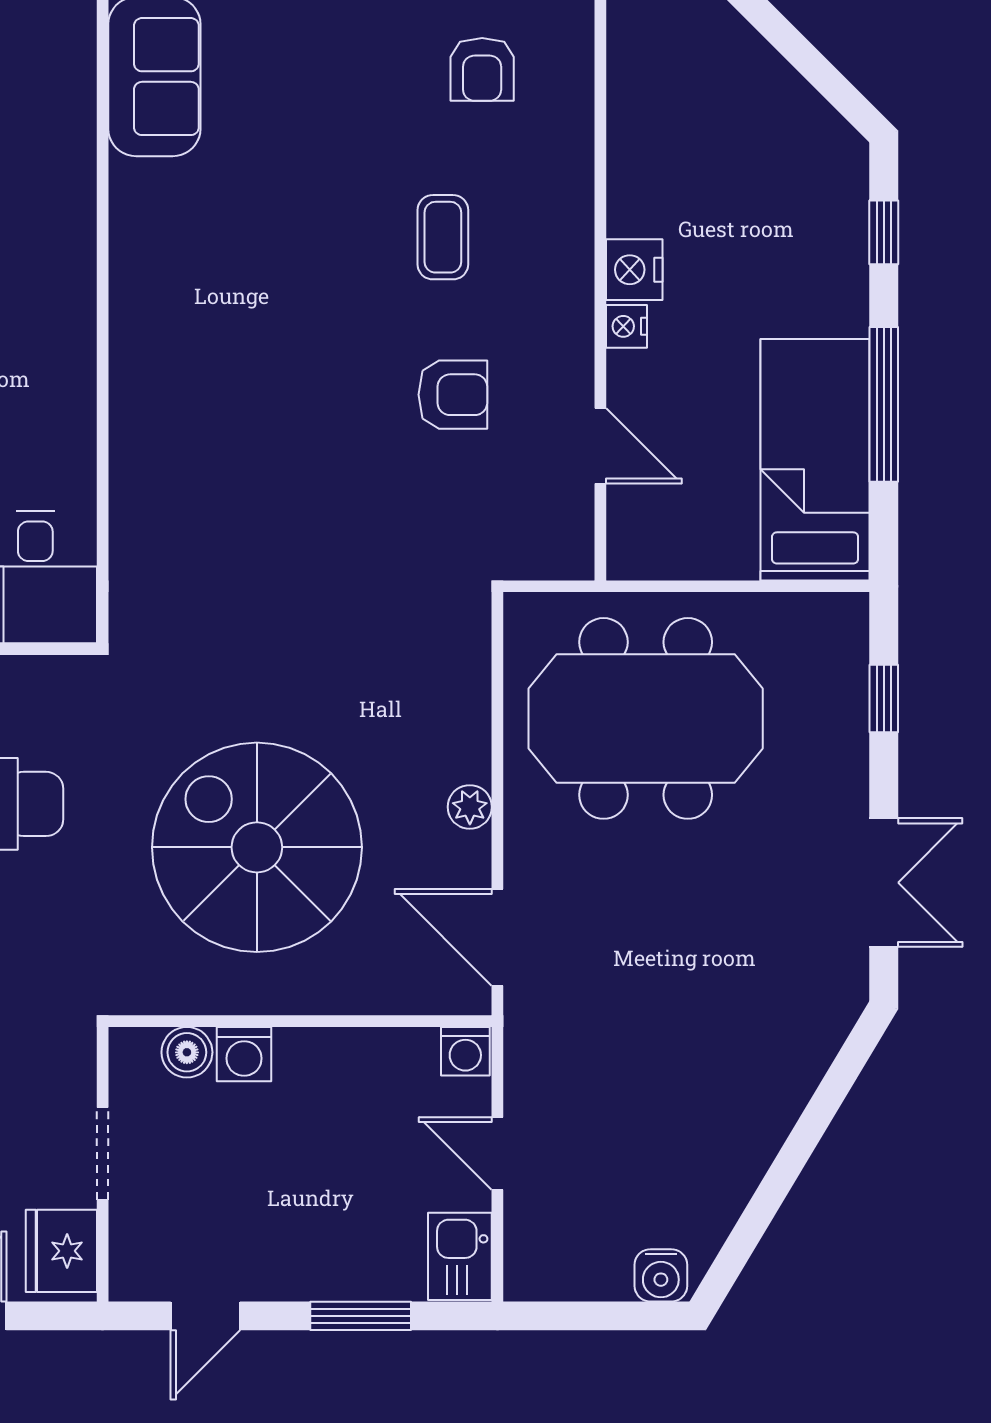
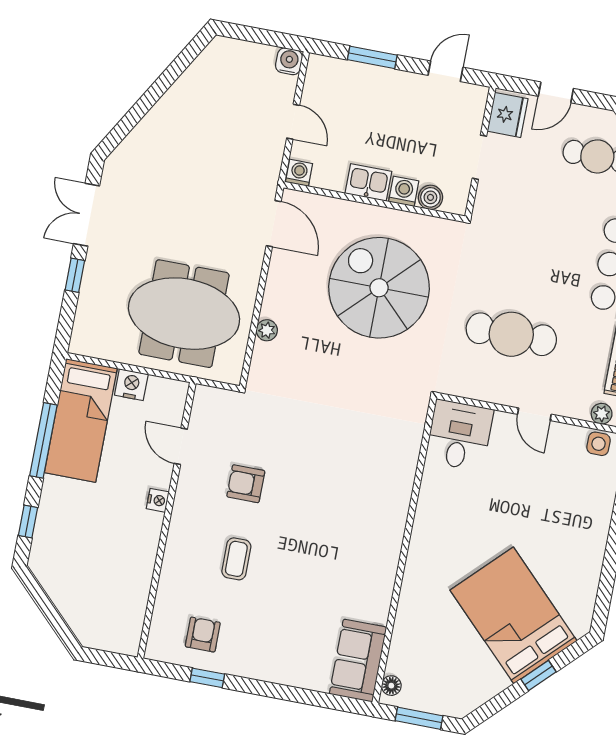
floor lamp: (77, 39) -> (391, 686), added
nightstand: (634, 270) -> (131, 385), moved, turned -90
window: (884, 698) -> (75, 275), moved
plant: (470, 807) -> (267, 330), moved
spiral stairs: (257, 847) -> (379, 288), turned 180
kitchen sink: (460, 1256) -> (368, 182), moved, turned -90
water cooler: (661, 1275) -> (289, 61), moved

